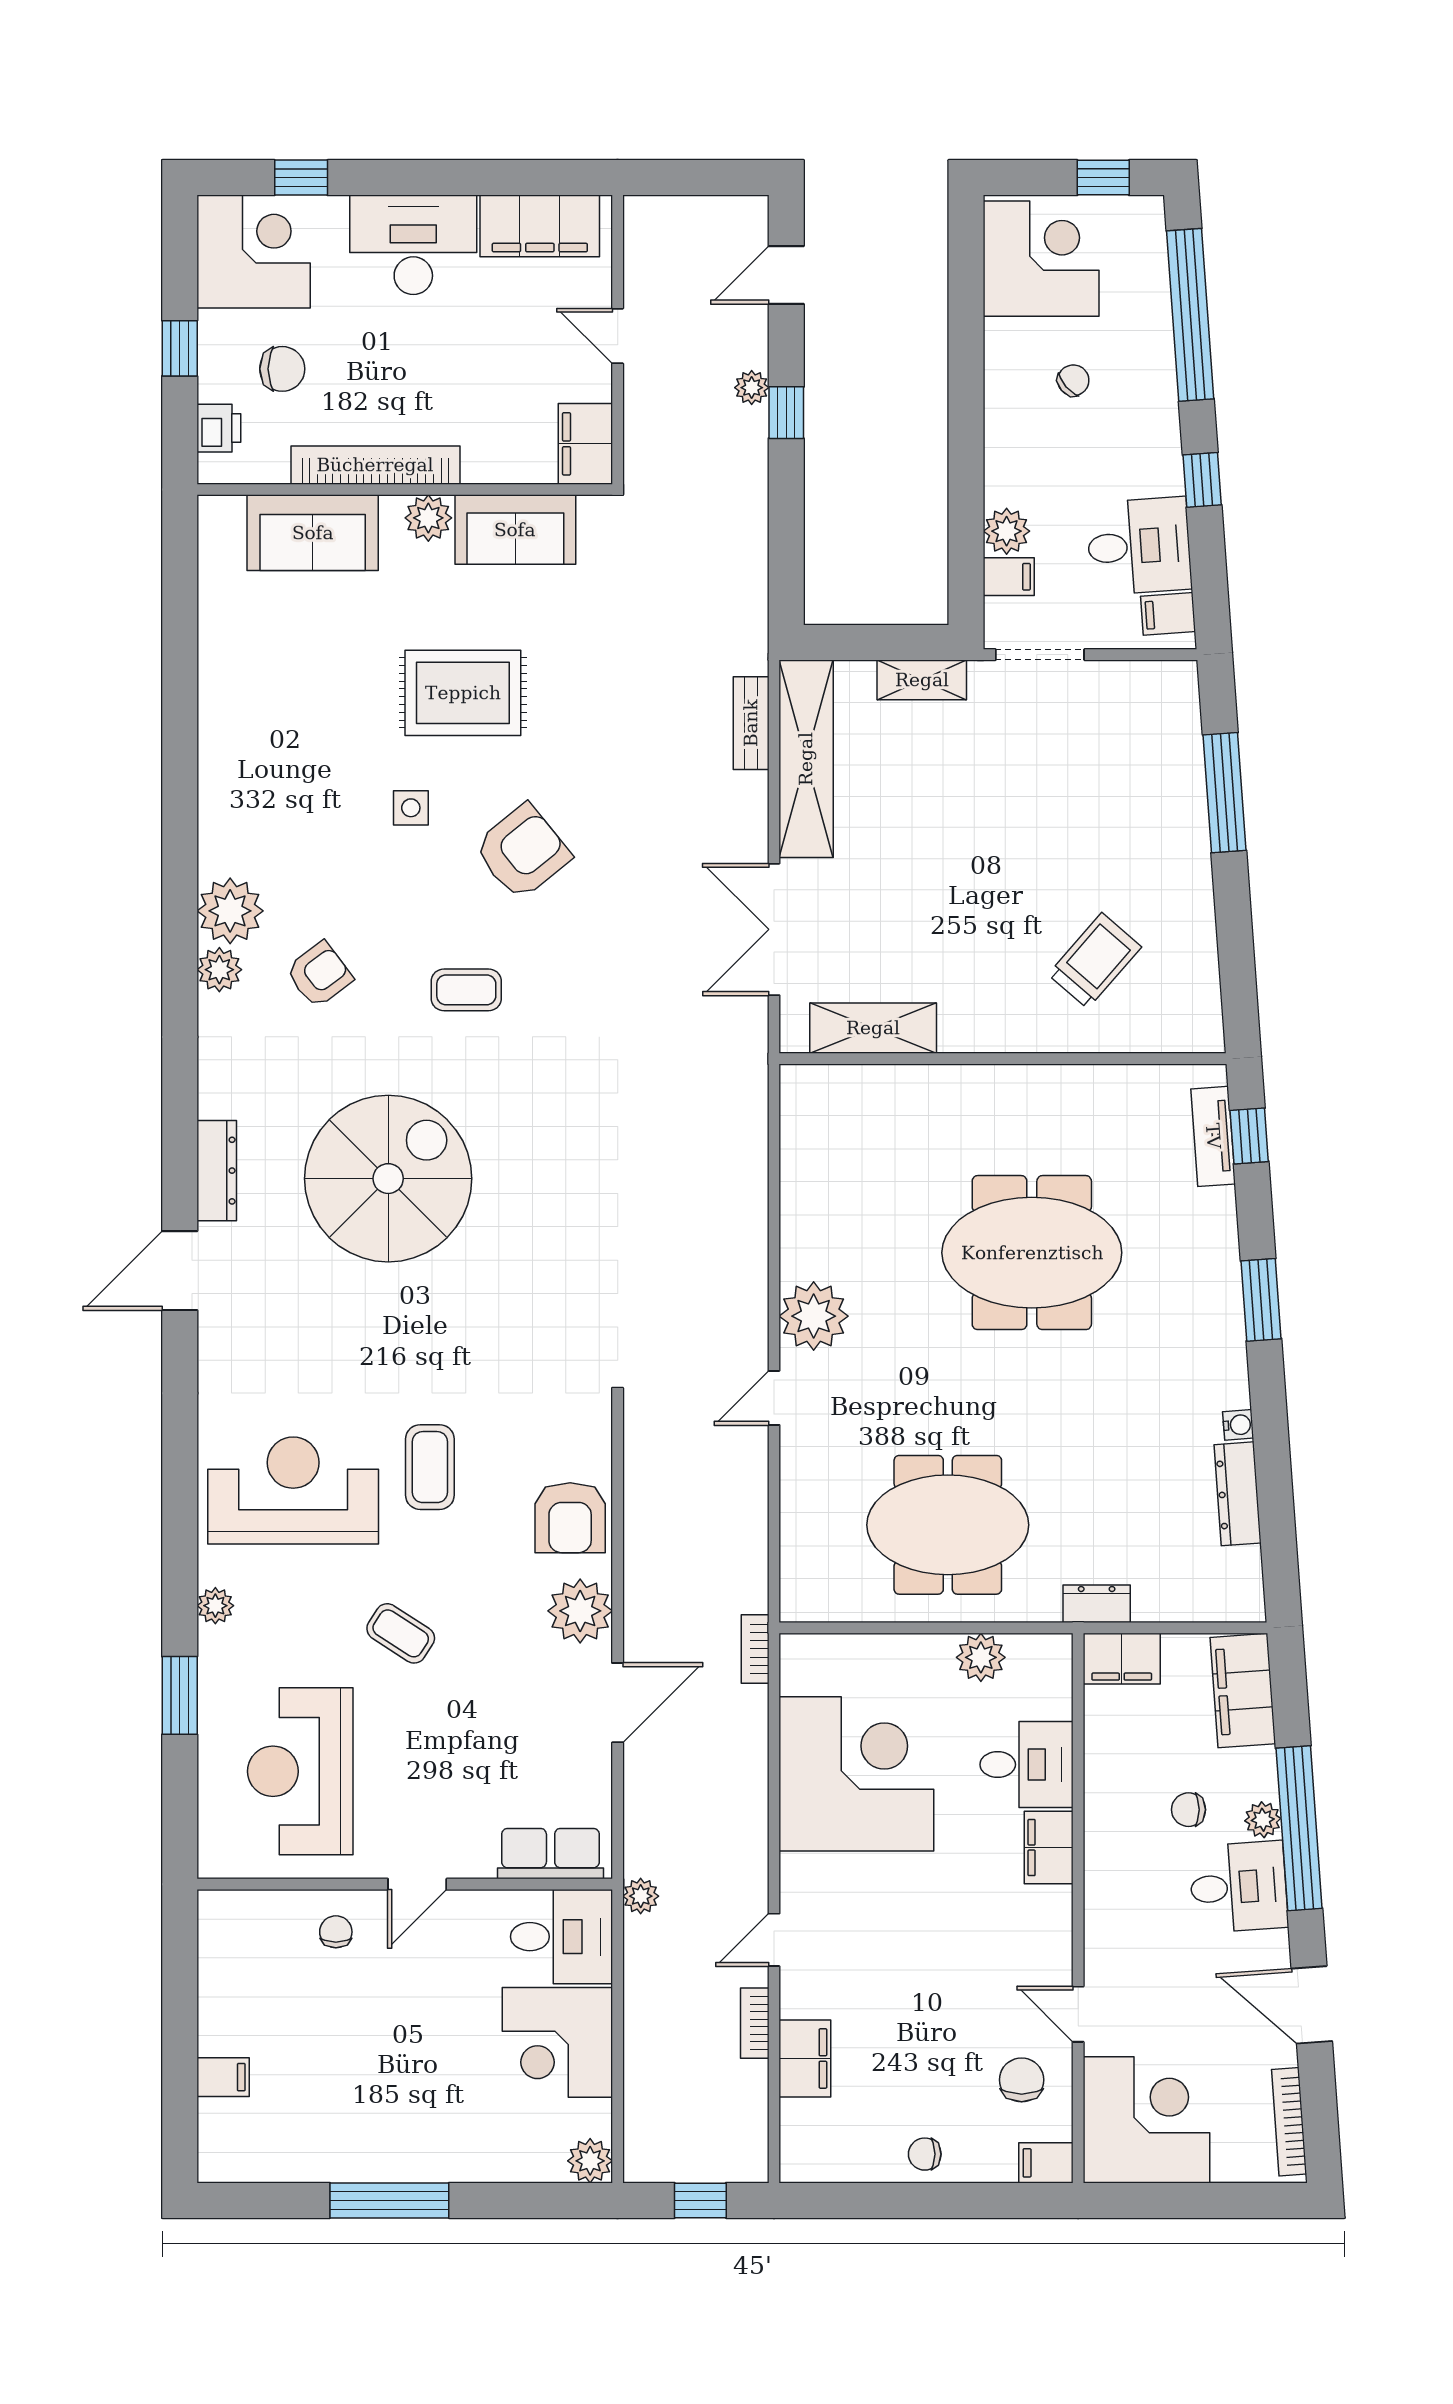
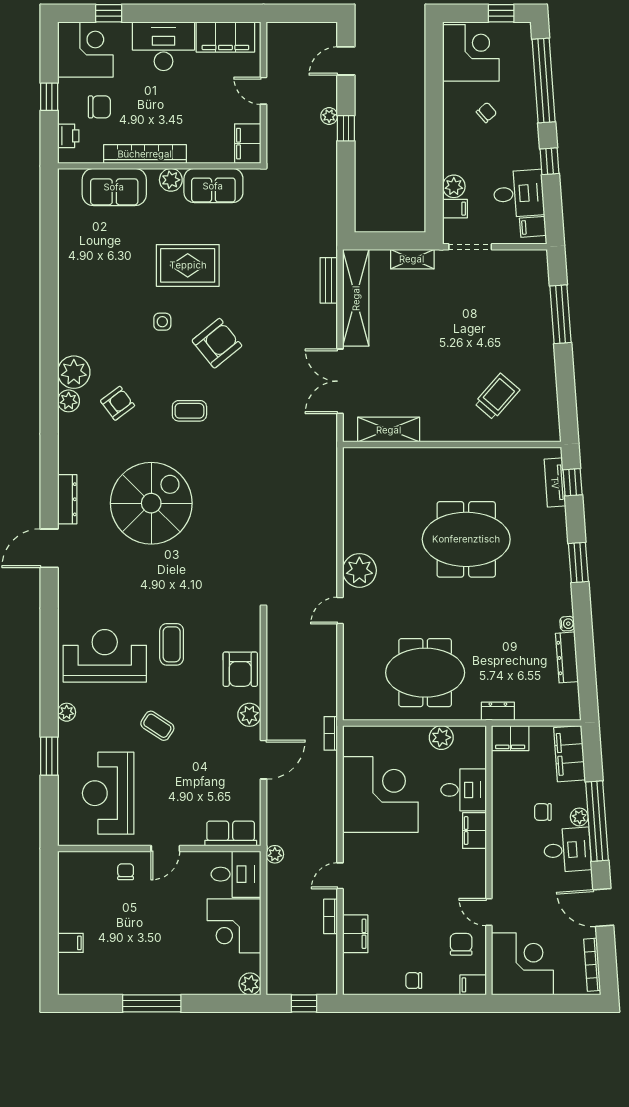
plant: (580, 1611) -> (249, 715), width x0.73, depth x0.73

